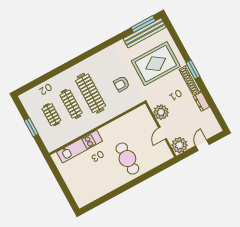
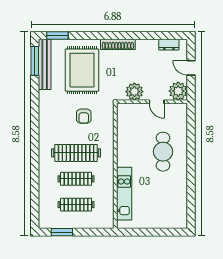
window: (193, 70) -> (57, 35), moved
dresser: (201, 102) -> (169, 45), moved
clothes rail: (51, 115) -> (76, 205), width x1.36
window: (31, 127) -> (62, 232), moved
cafe table: (127, 159) -> (163, 152), turned 90

